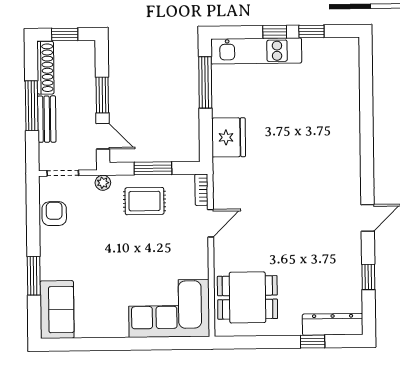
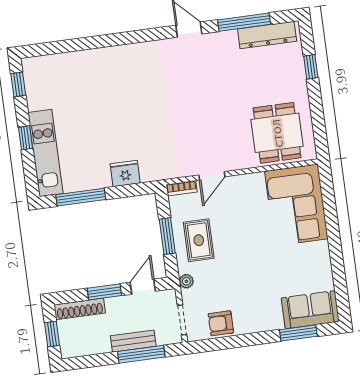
window: (311, 31) -> (18, 84), moved
shoe rack: (45, 68) -> (80, 309), moved, turned 180
window: (32, 106) -> (141, 354), moved
fridge: (229, 137) -> (125, 173), width x0.73, depth x0.75
door: (211, 223) -> (212, 176), swing flipped
window: (34, 276) -> (298, 333), moved
window: (368, 277) -> (244, 22), width x2.17
dresser: (333, 324) -> (267, 35), moved, turned -90

